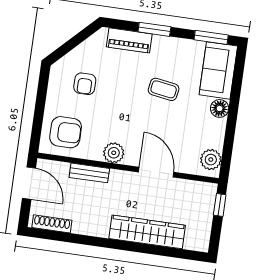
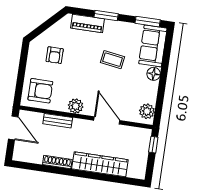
shoe rack: (52, 224) -> (57, 162), moved

